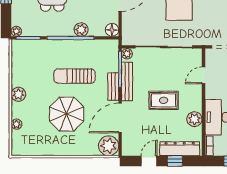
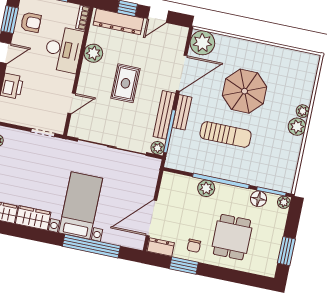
floor lamp: (112, 30) -> (258, 199), moved
rug: (164, 100) -> (125, 83), turned 90
plant: (16, 124) -> (303, 111), moved

